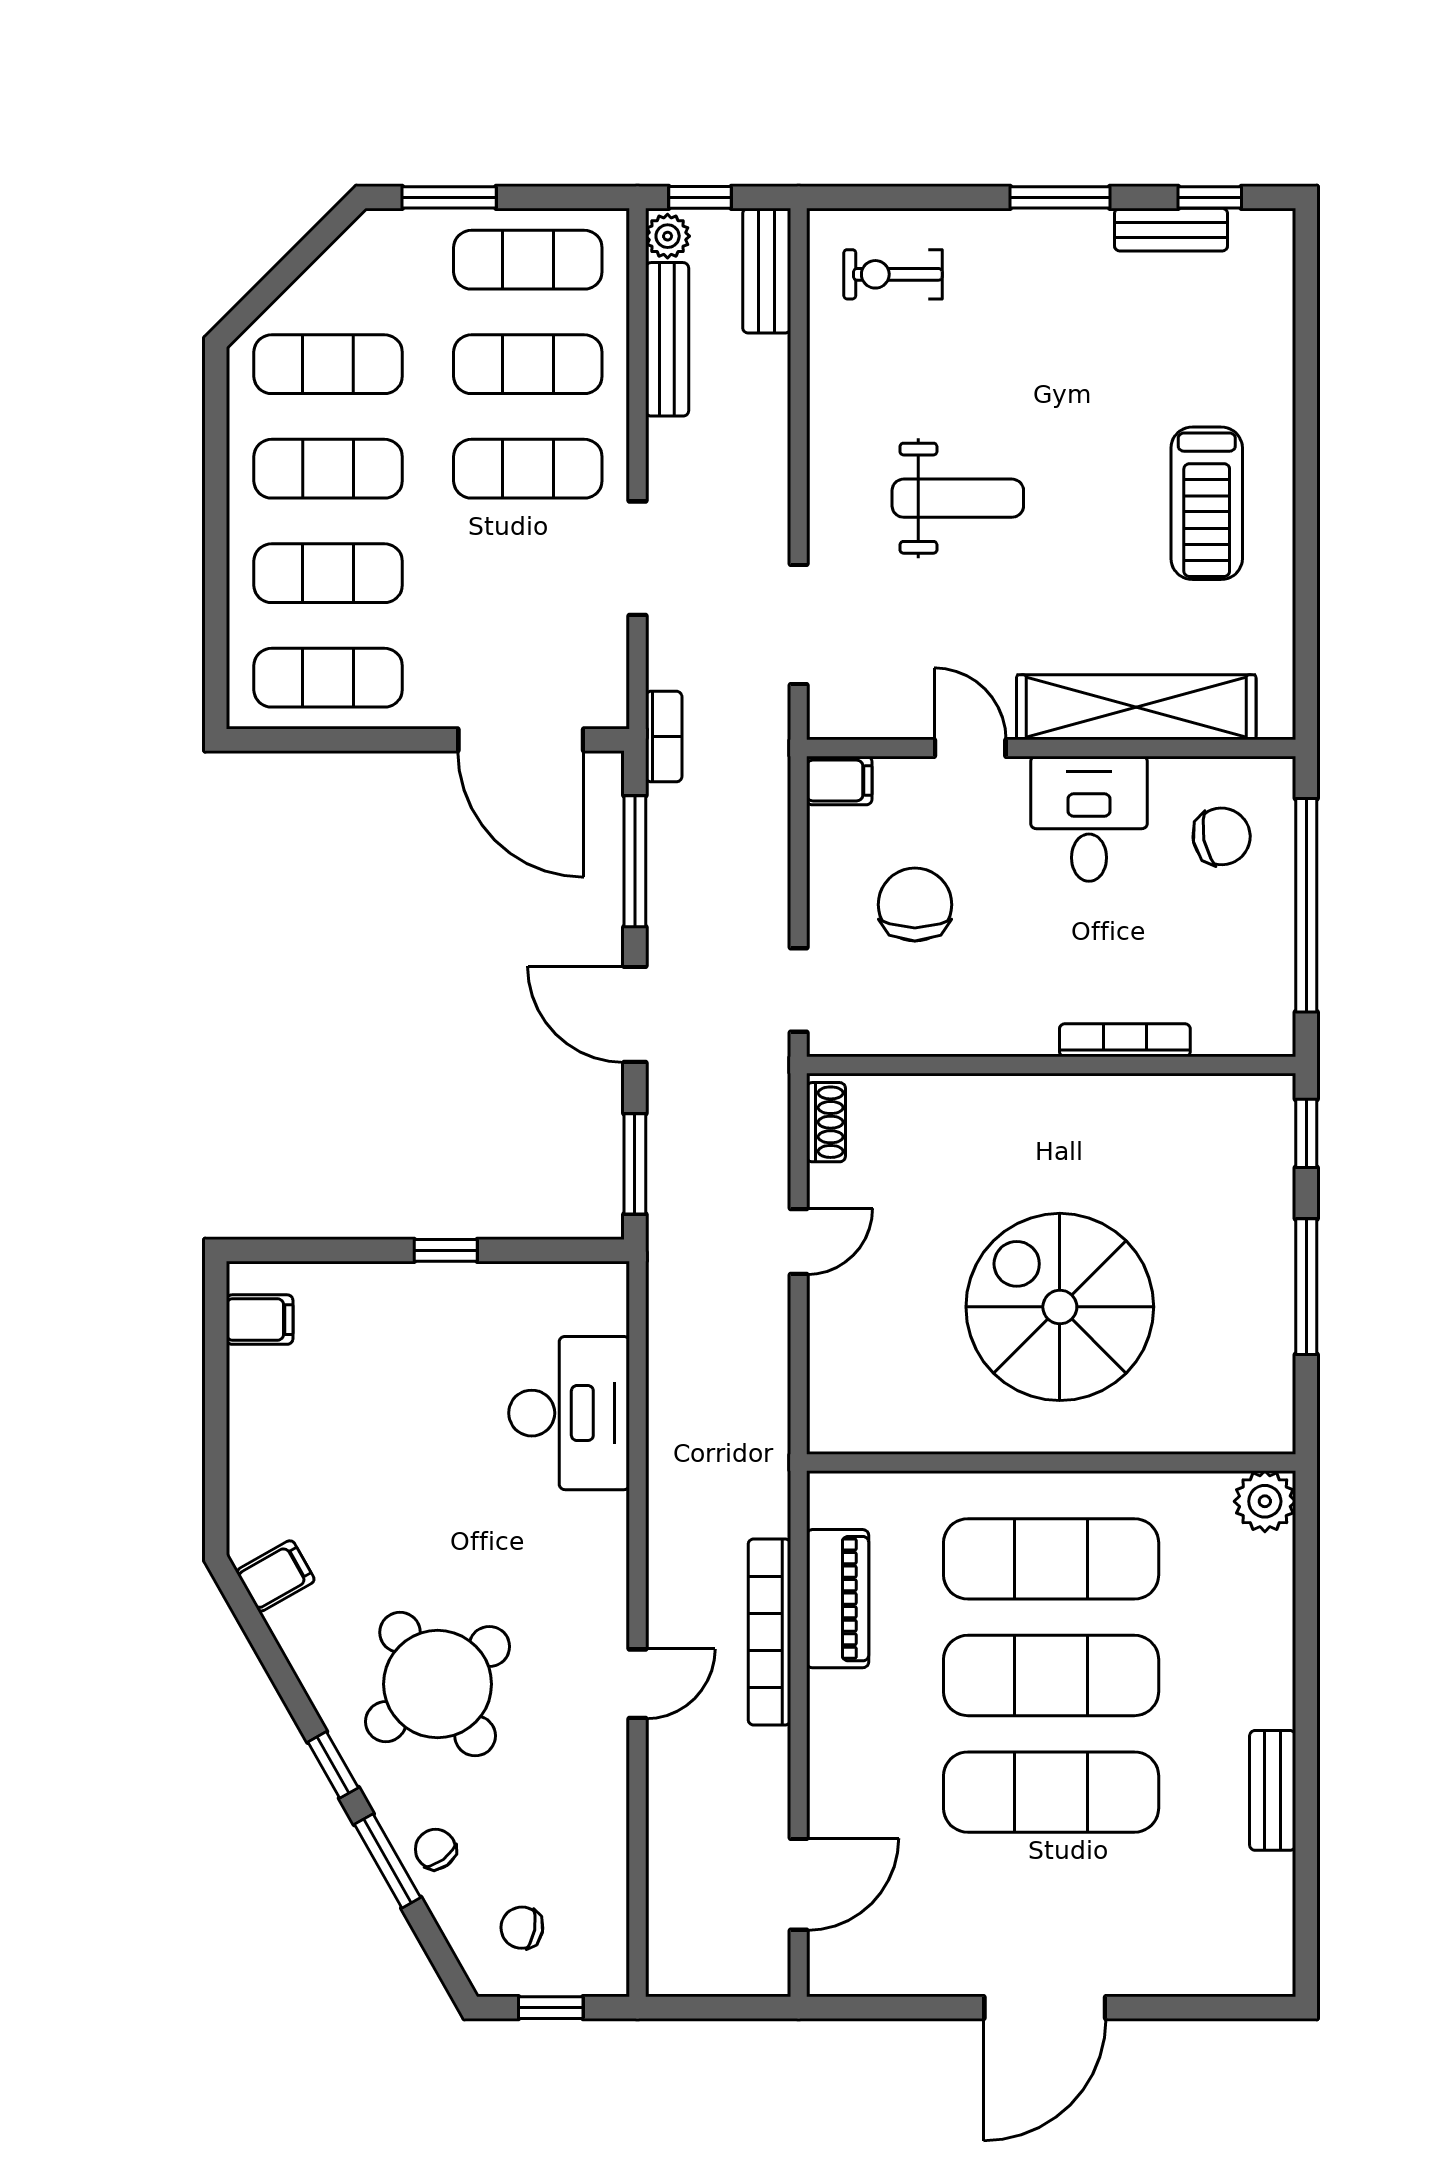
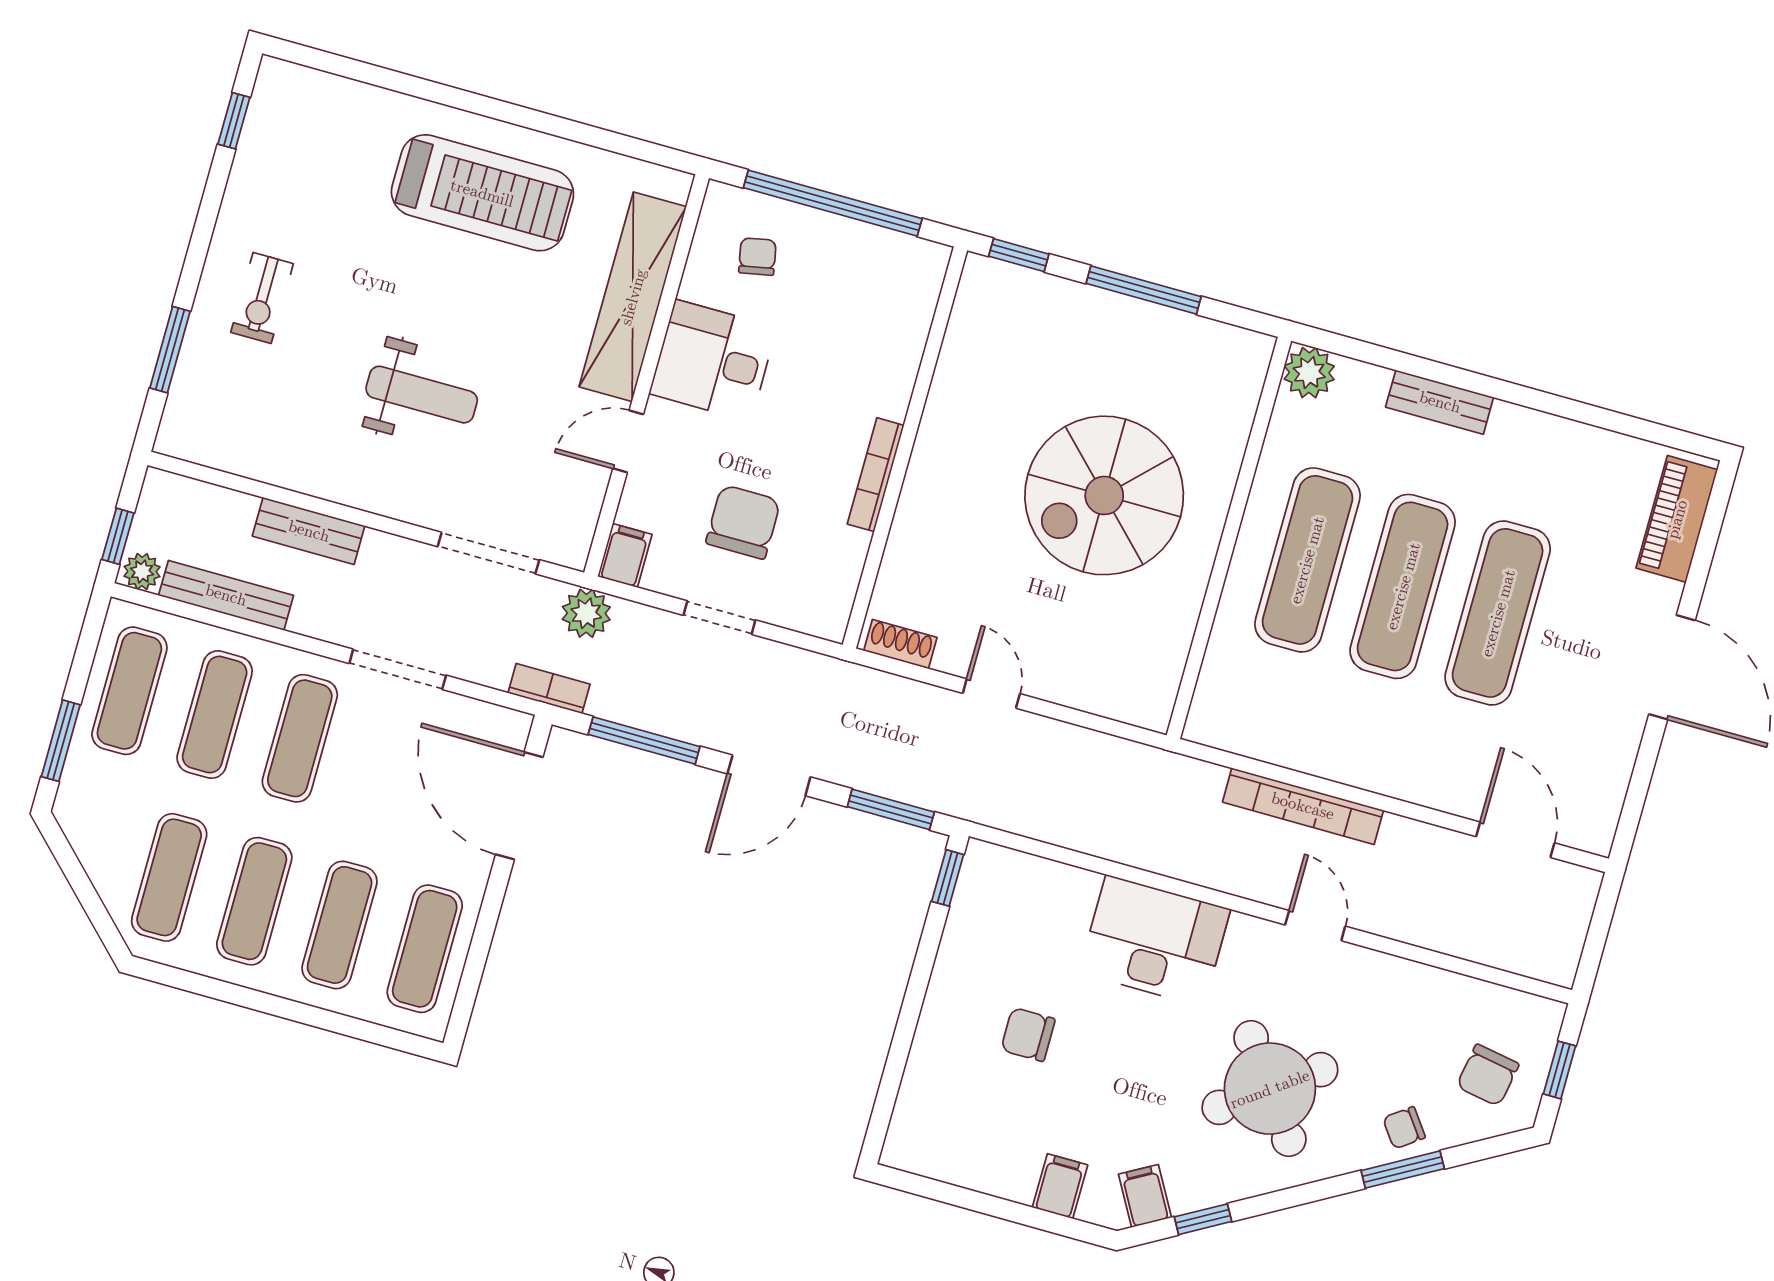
window: (1060, 197) -> (170, 350), moved
bench: (1171, 230) -> (251, 160), removed
bench: (767, 271) -> (309, 531), moved
exercise bike: (893, 274) -> (262, 298), moved
weight bench: (958, 498) -> (422, 395), turned 90
treadmill: (1207, 503) -> (482, 193), width x1.37, depth x1.38
door: (521, 740) -> (519, 806), swing flipped
plant: (761, 755) -> (586, 613), added
chair: (1222, 836) -> (757, 257), width x0.73, depth x0.73
chair: (915, 905) -> (743, 522), turned 90
doorway: (799, 990) -> (719, 618), moved
bookcase: (1125, 1040) -> (876, 475), moved
window: (446, 1250) -> (948, 878), moved
filing cabinet: (260, 1320) -> (1060, 1186), moved
chair: (422, 1392) -> (1028, 1034), added
desk: (569, 1413) -> (1155, 941), moved
piano: (838, 1599) -> (1677, 519), moved, turned -90
window: (333, 1765) -> (1203, 1219), moved
bench: (1273, 1790) -> (1440, 402), moved
chair: (522, 1928) -> (1488, 1075), width x1.37, depth x1.37

